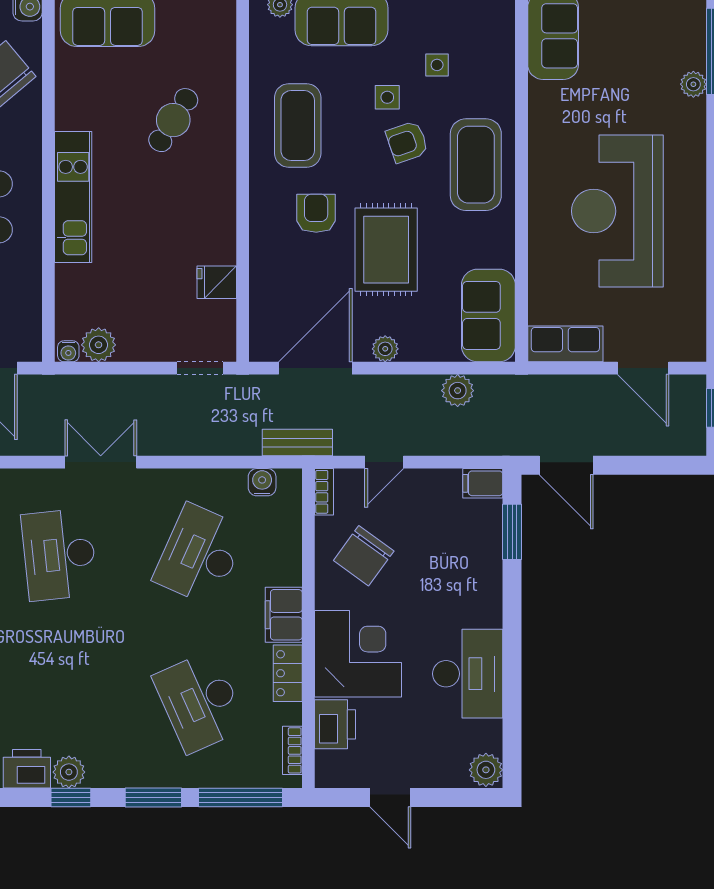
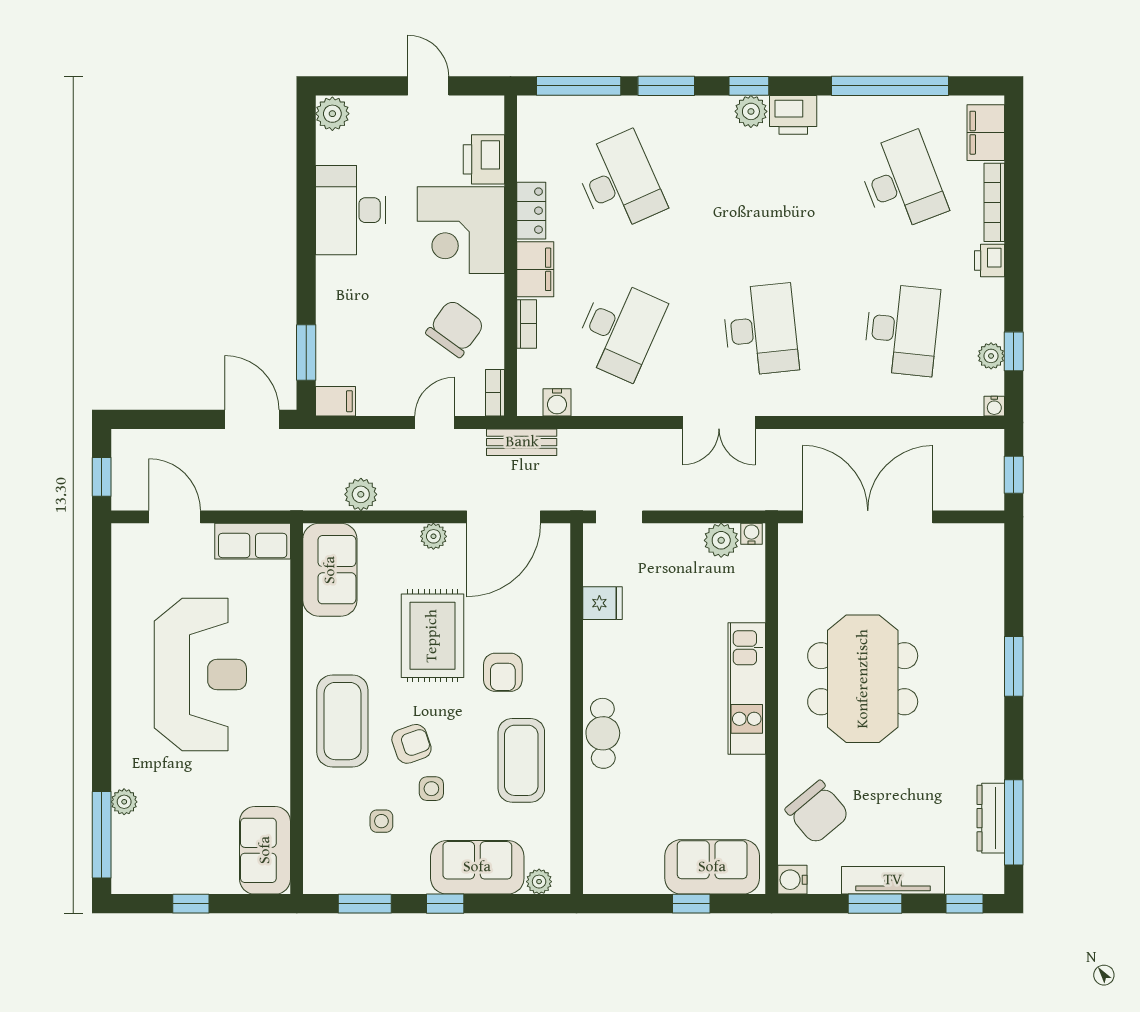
cafe table: (173, 120) -> (603, 733), moved, turned -33
bookcase: (292, 750) -> (527, 324), moved

